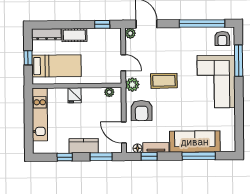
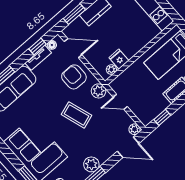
plant: (184, 35) -> (91, 164), added
coffee table: (164, 81) -> (77, 115), turned 73
fridge: (75, 95) -> (119, 59), moved

